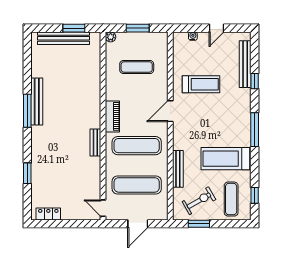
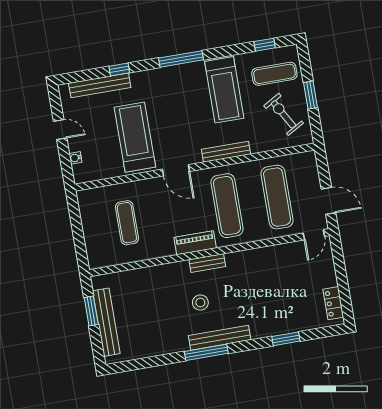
window: (138, 28) -> (77, 230), removed
plant: (111, 37) -> (94, 262), removed
treadmill: (201, 84) -> (135, 137), width x1.37, depth x1.38
bench: (37, 102) -> (220, 338), moved
stool: (66, 113) -> (200, 303), added
bench: (95, 142) -> (207, 263), moved
bench: (178, 169) -> (226, 152), moved
door: (138, 224) -> (329, 201), moved
window: (199, 224) -> (310, 95), moved

